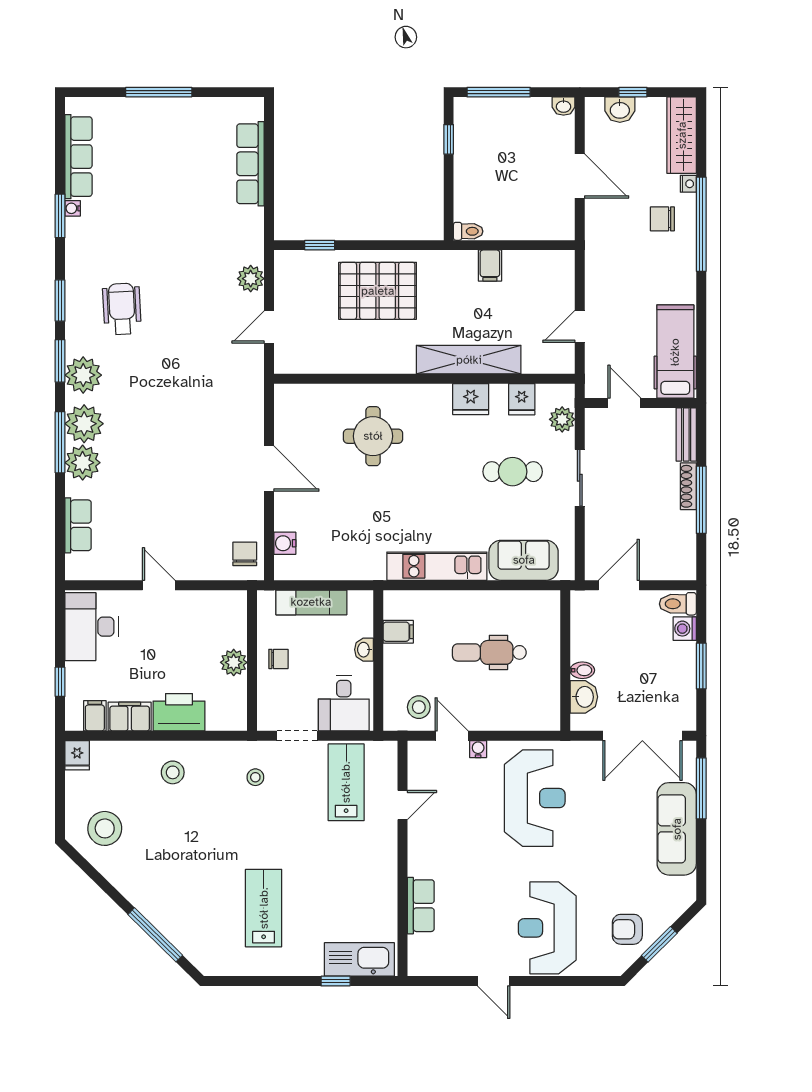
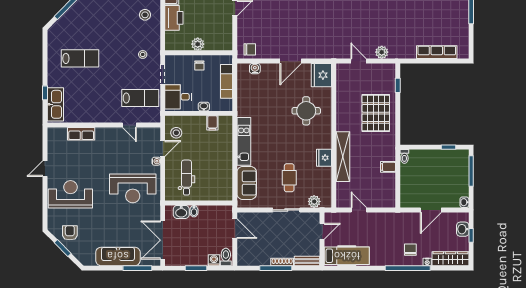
fridge: (522, 399) -> (321, 75), moved, width x1.88, depth x1.34
dental chair: (489, 652) -> (186, 178), moved

